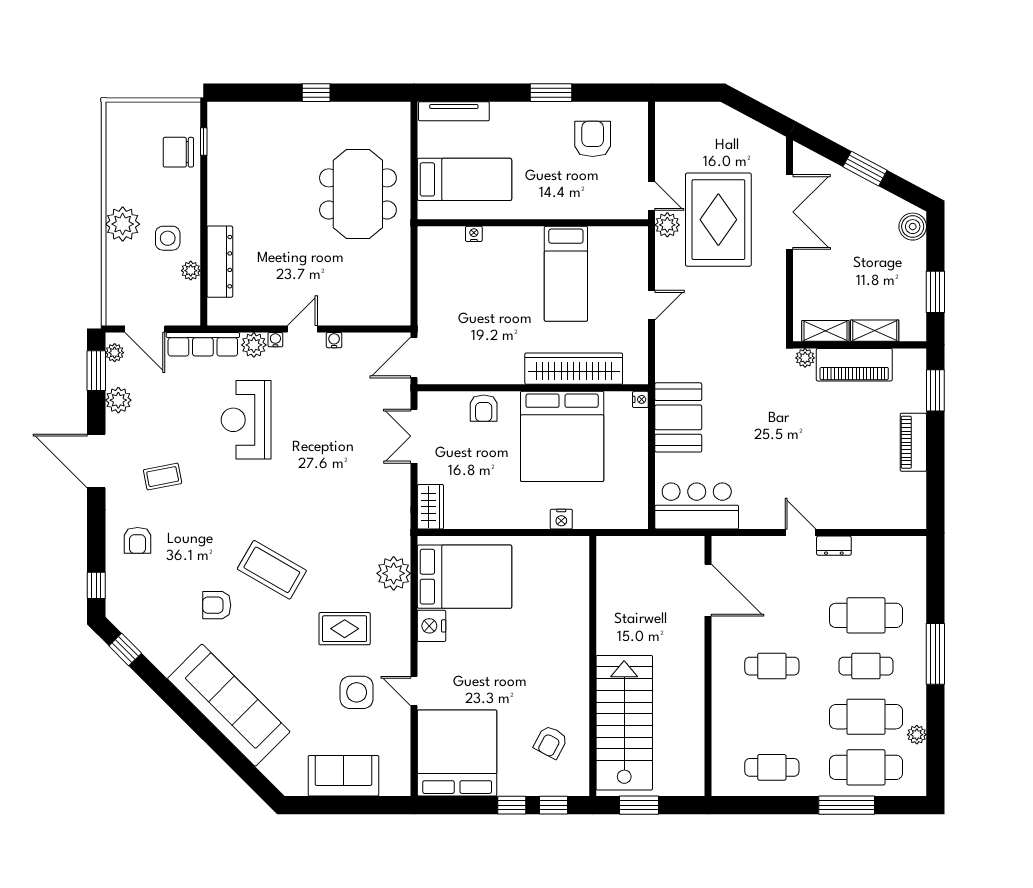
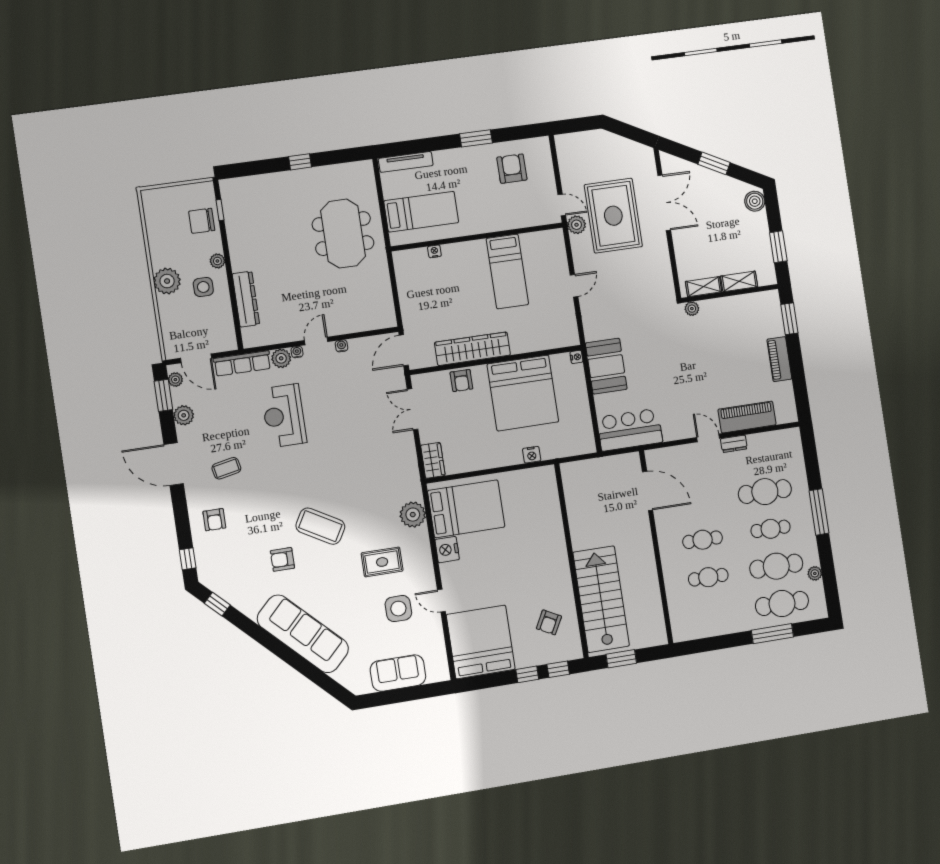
plant: (191, 271) -> (217, 261), moved
piano: (854, 365) -> (747, 417), moved, turned 180
wardrobe: (574, 369) -> (472, 349), moved
cafe table: (772, 767) -> (708, 577), moved

